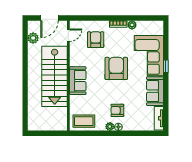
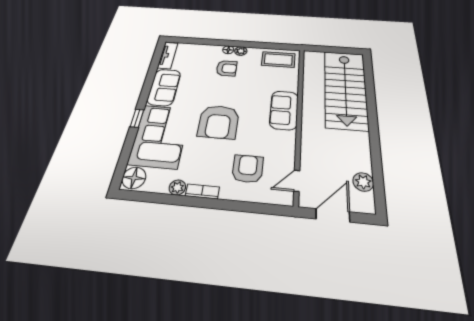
floor lamp: (157, 28) -> (134, 178), added
armchair: (96, 40) -> (248, 169), turned 180
stairs: (55, 76) -> (345, 89), moved, turned 180

